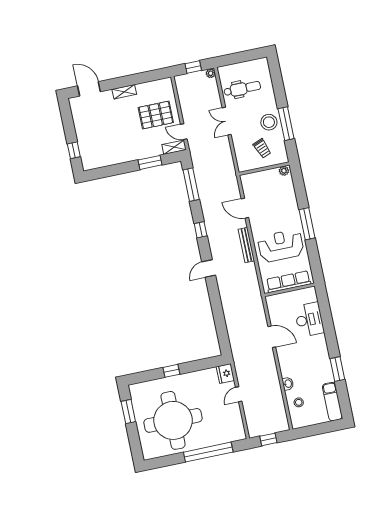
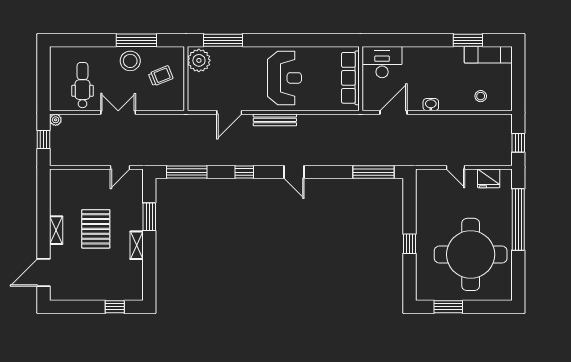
pallet: (156, 115) -> (96, 229), moved
double door: (227, 121) -> (118, 112), swing flipped
shelving: (174, 147) -> (137, 245), moved
plant: (284, 171) -> (199, 60), width x1.88, depth x1.88
window: (307, 224) -> (223, 40), moved
reception desk: (281, 246) -> (284, 78), turned 180
row of seats: (288, 282) -> (350, 78), moved
wall: (289, 290) -> (361, 79), moved
window: (222, 331) -> (373, 172), added
window: (337, 369) -> (468, 40), moved
fridge: (225, 374) -> (489, 178), moved
washbasin: (288, 384) -> (431, 105), moved

